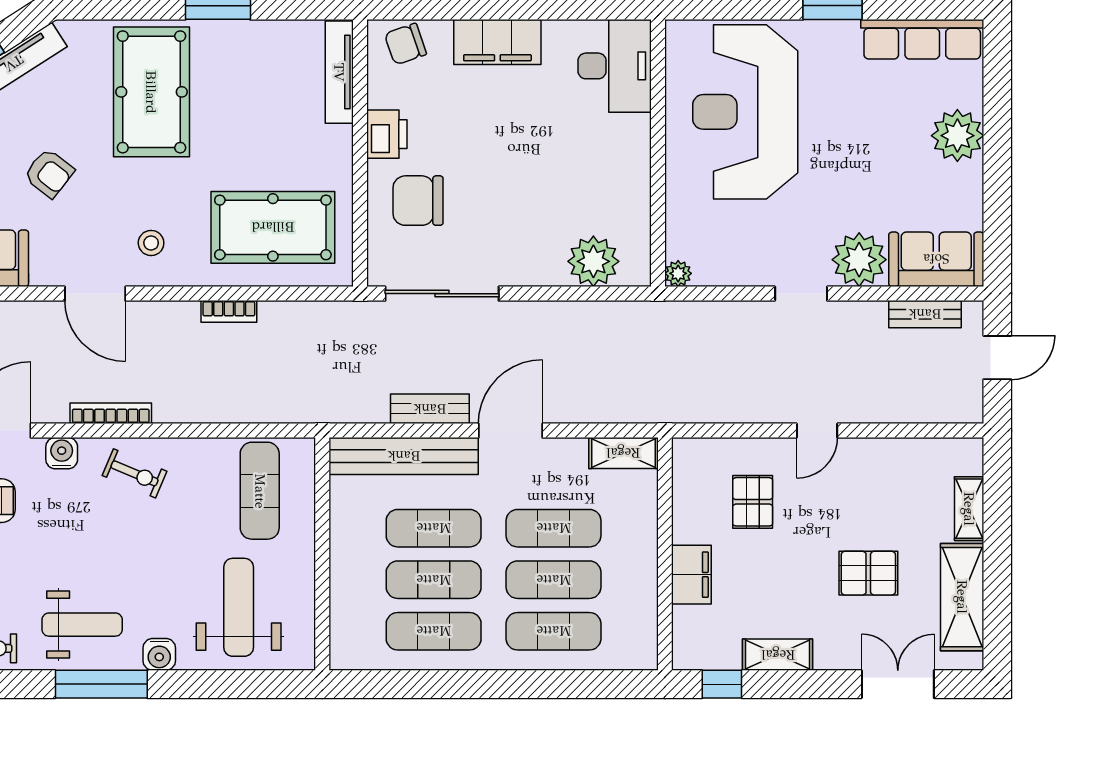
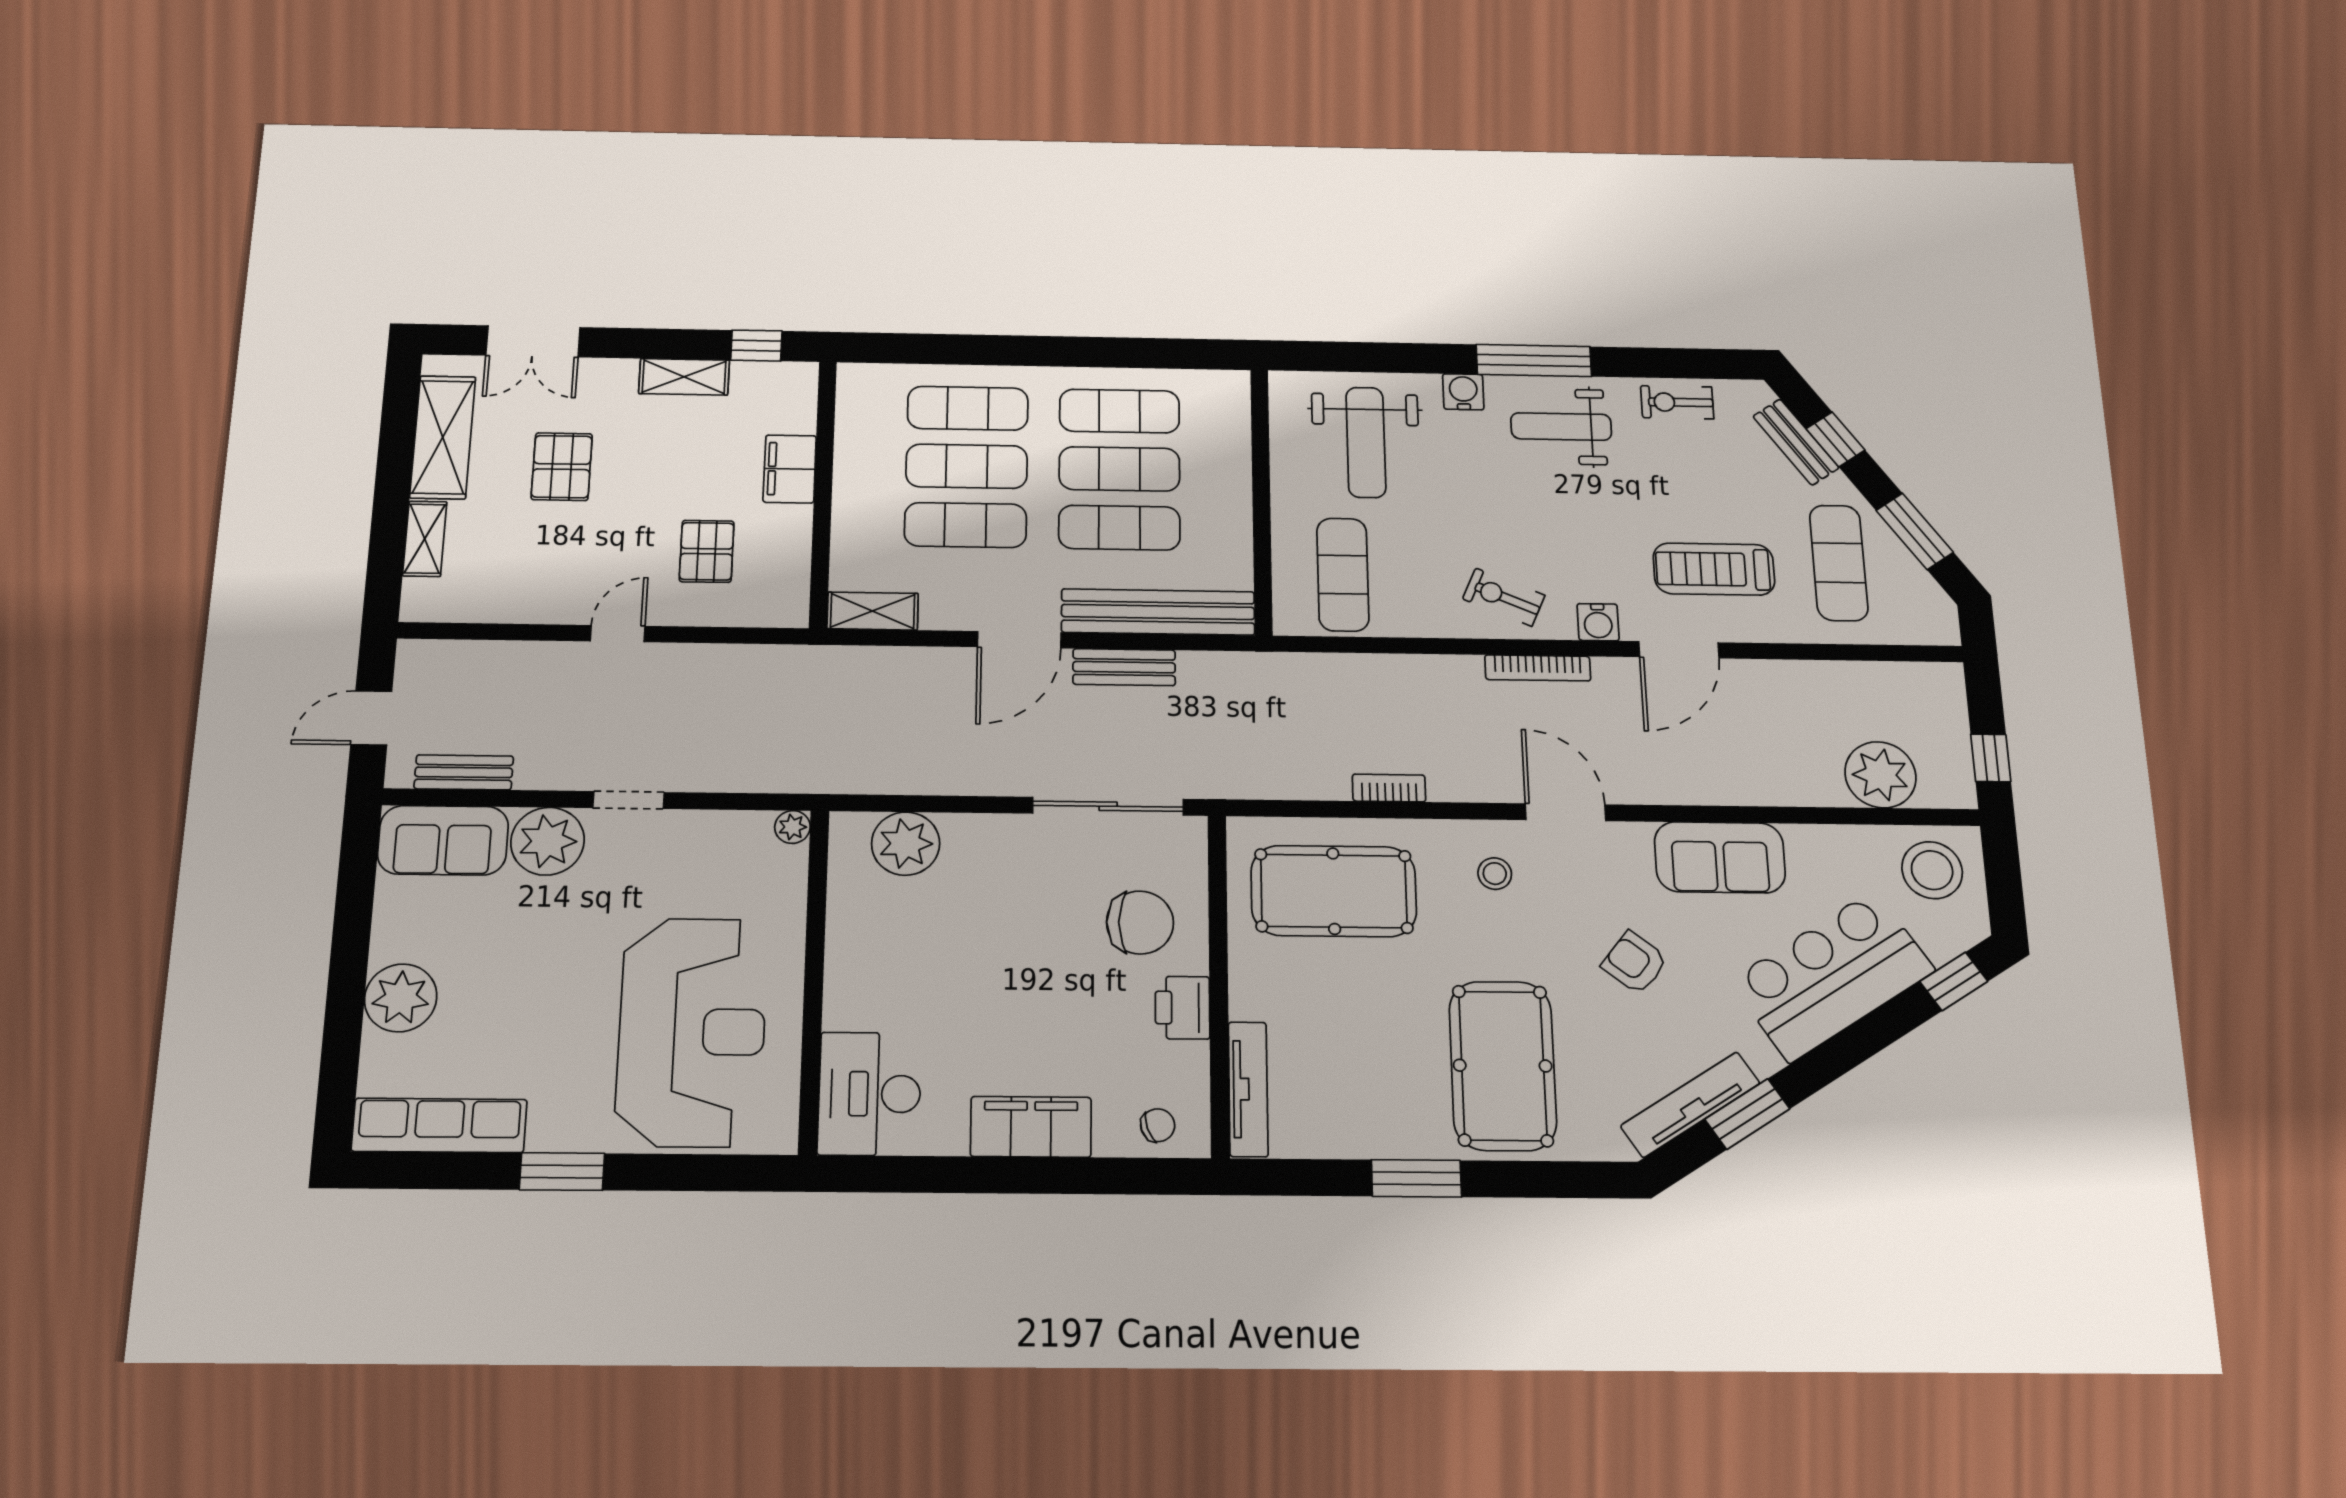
chair: (405, 44) -> (1158, 1125), width x0.73, depth x0.73
pallet: (868, 573) -> (562, 467), turned 90

